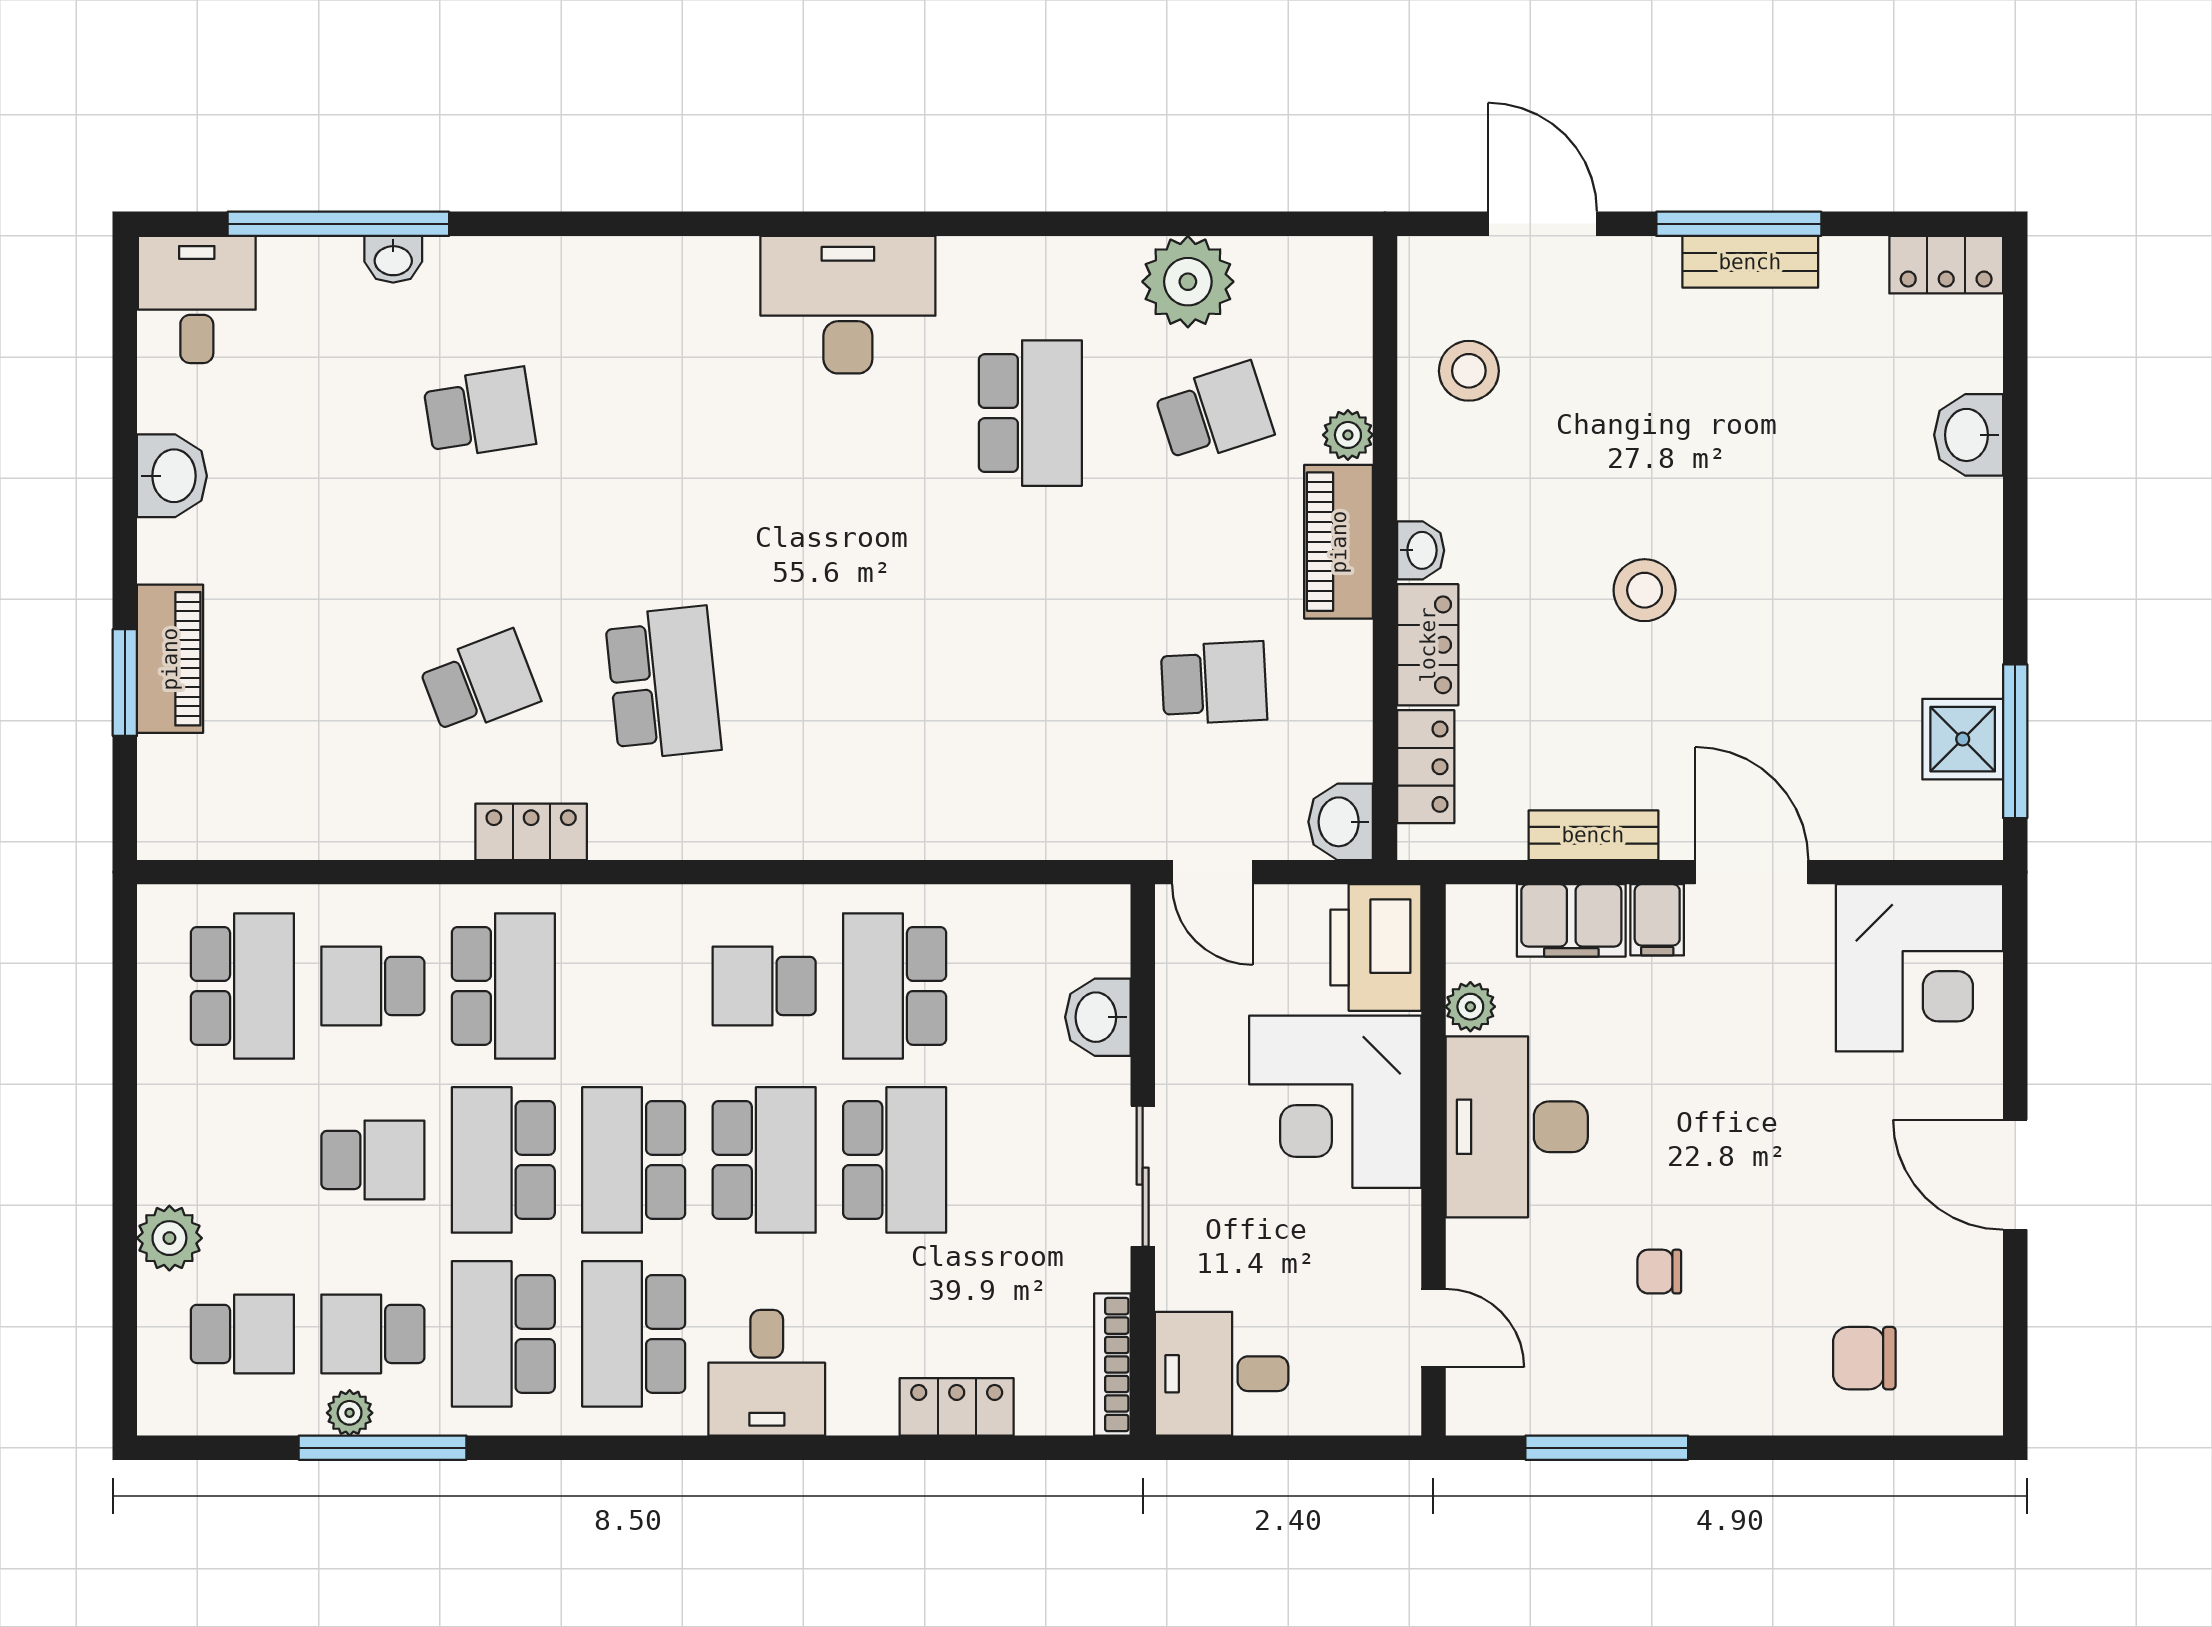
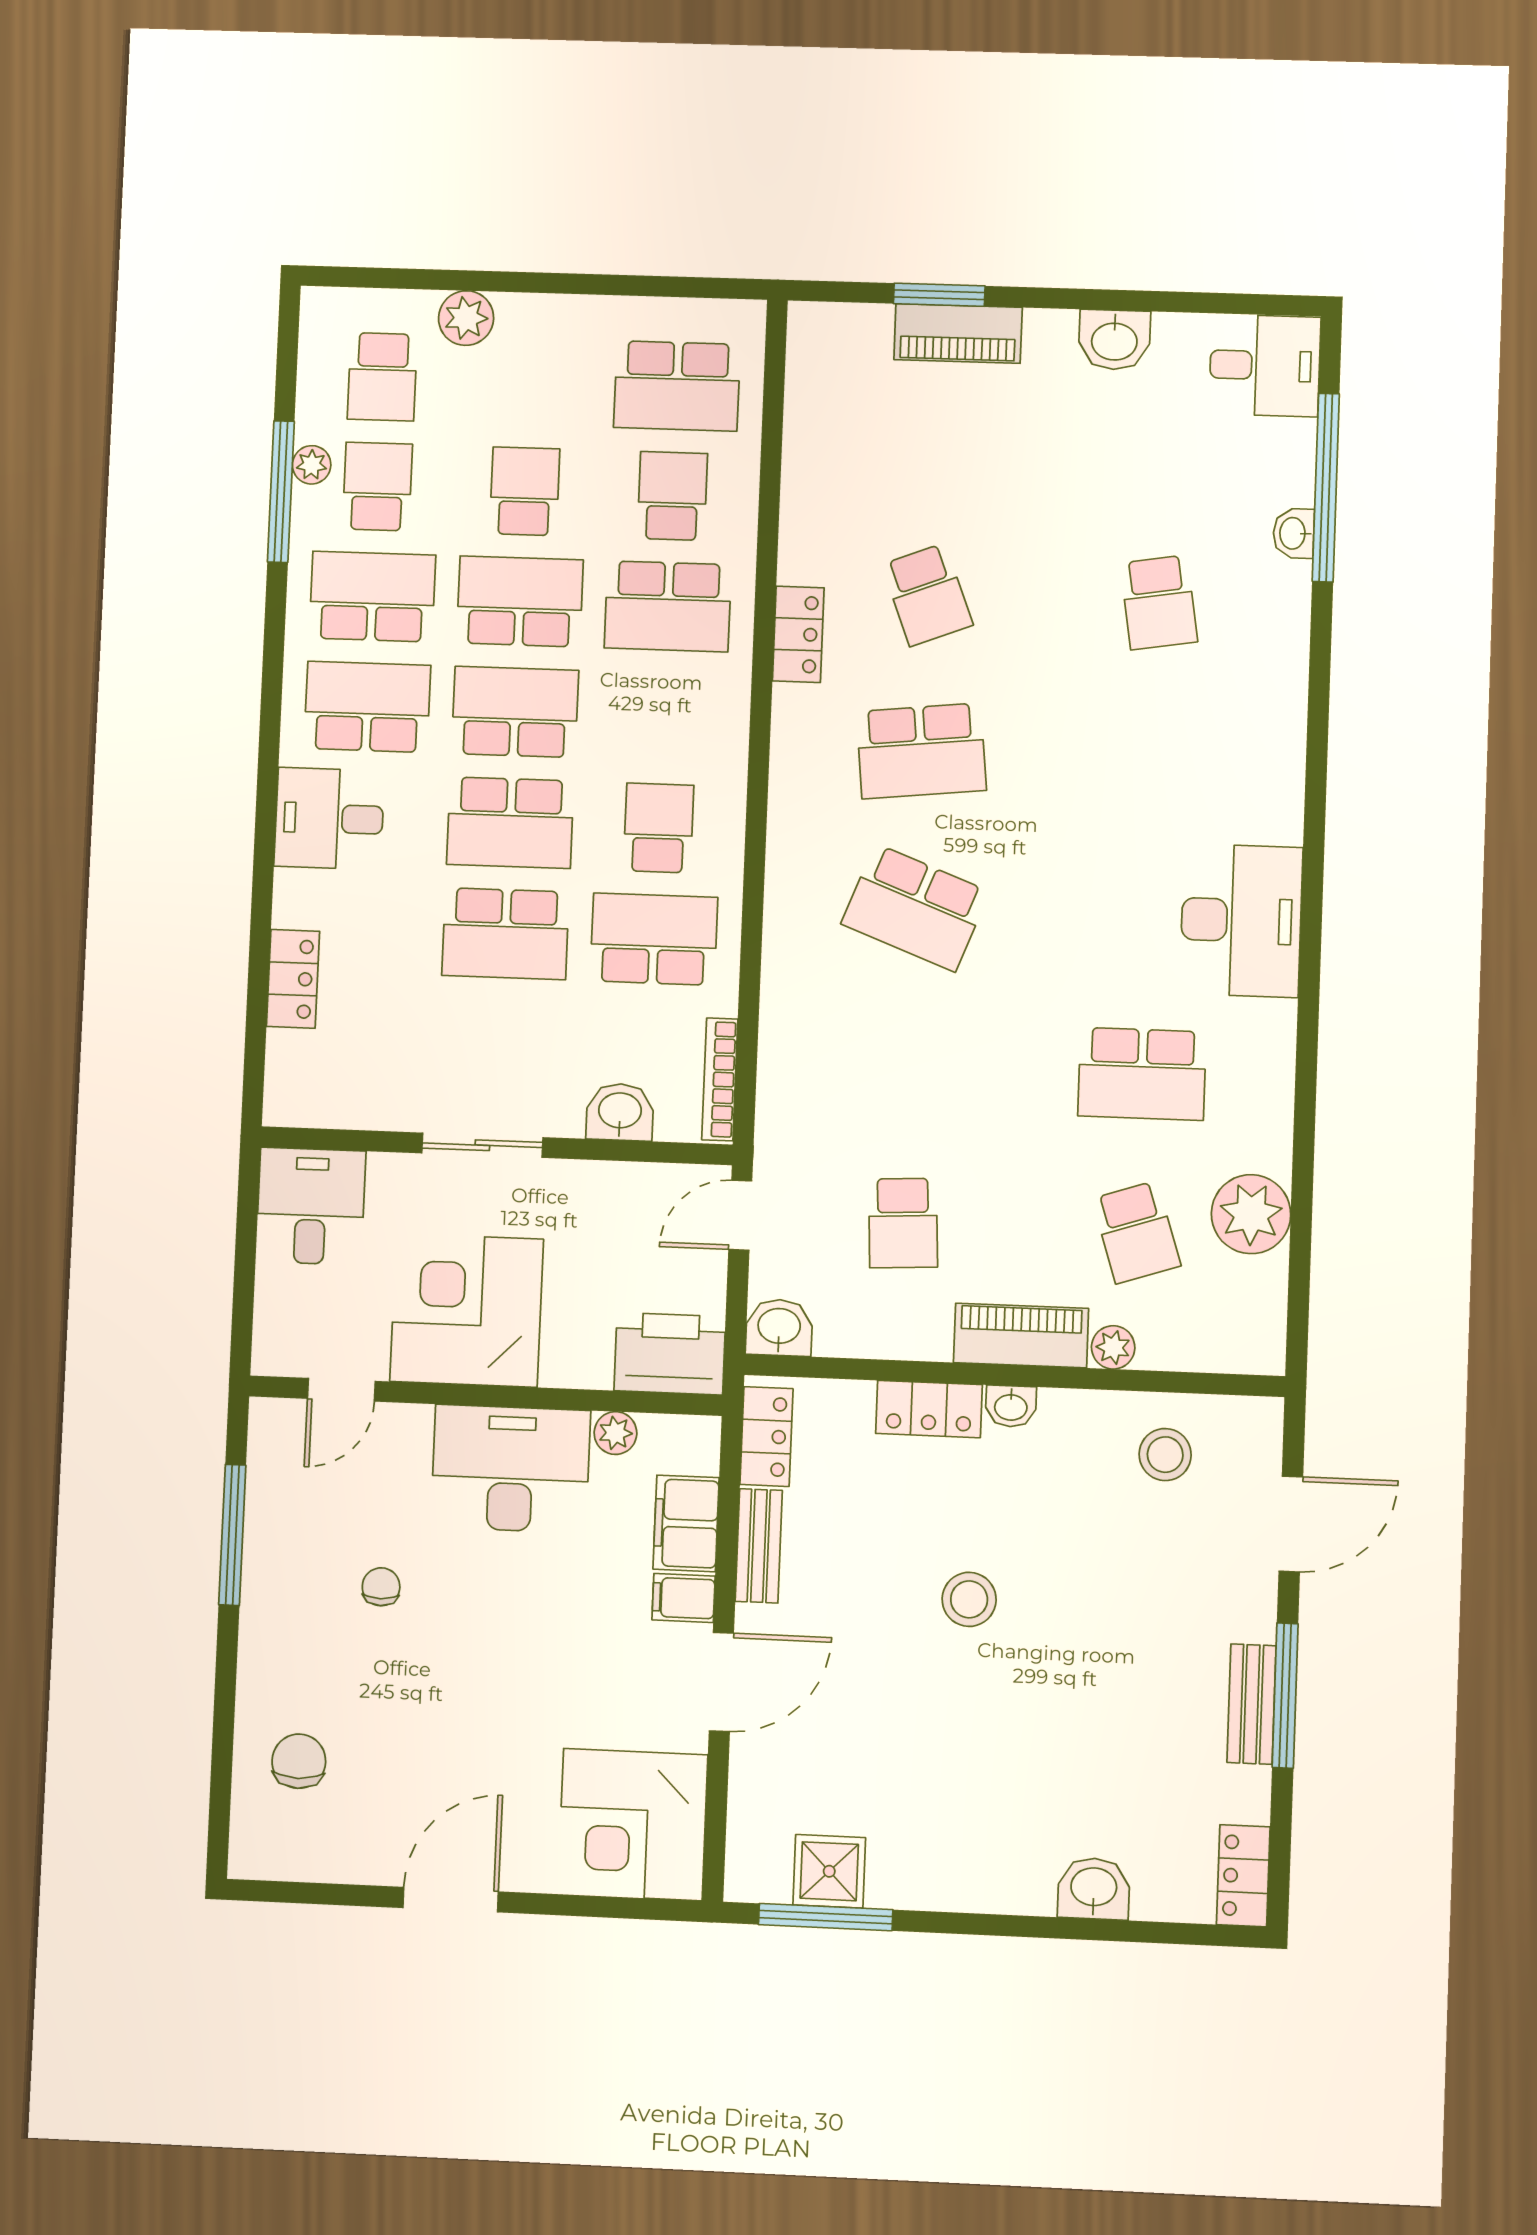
school desk: (847, 683) -> (915, 908), added
locker: (1426, 767) -> (766, 1437), moved, turned -90
corner desk: (1335, 1102) -> (467, 1310), moved
school desk: (373, 1160) -> (525, 491), turned 180
bookcase: (1112, 1365) -> (720, 1079), moved, turned -90

